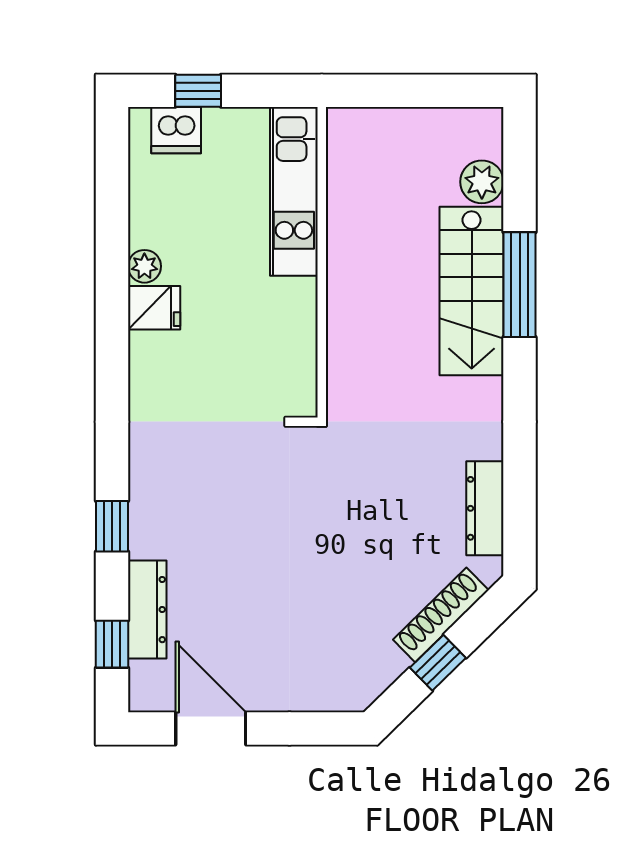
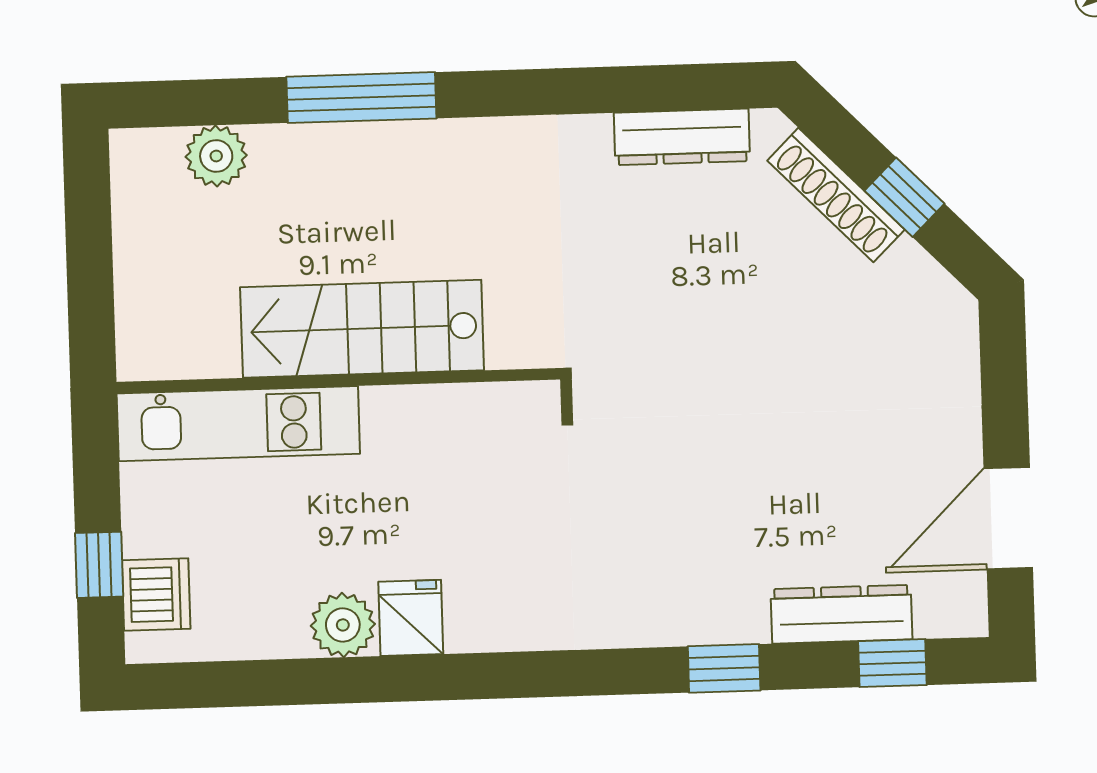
plant: (144, 266) -> (343, 625), width x1.38, depth x1.38
stairs: (472, 291) -> (362, 329), moved, turned 180

